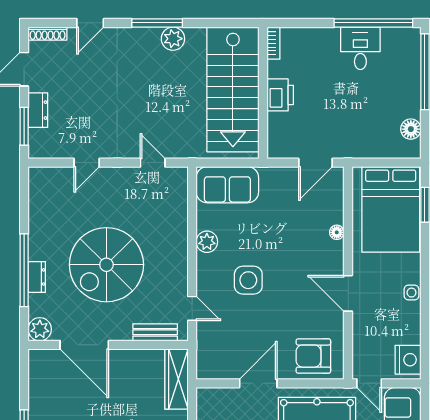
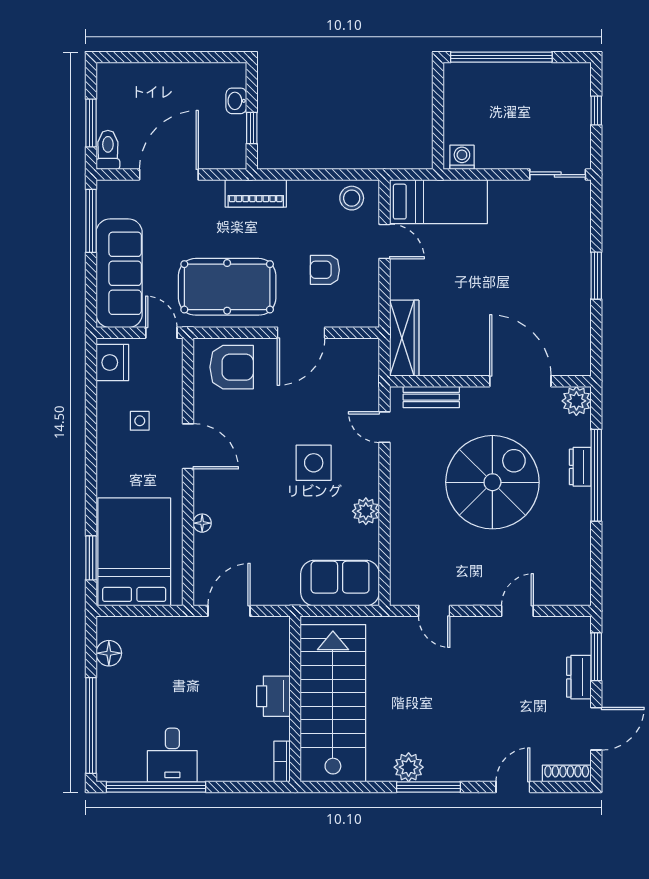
side table: (411, 293) -> (140, 421), moved

